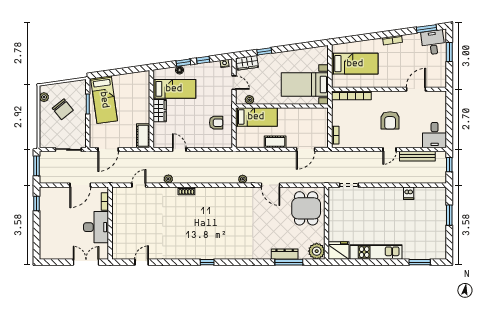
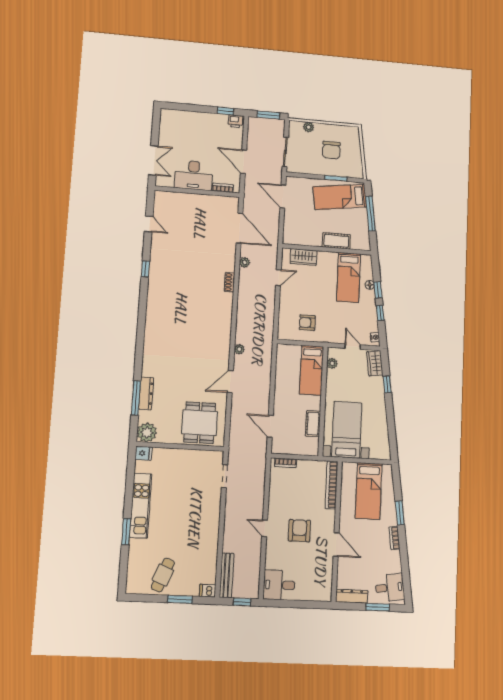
window: (426, 29) -> (400, 513), moved
window: (117, 72) -> (370, 214), added
dresser: (441, 74) -> (352, 596), added
door: (234, 83) -> (353, 347), swing flipped
door: (416, 89) -> (336, 544), moved
plant: (44, 97) -> (309, 127), moved
chair: (63, 109) -> (331, 150), turned -51
wardrobe: (160, 111) -> (304, 257), moved
armchair: (390, 120) -> (299, 531), turned 90
armchair: (216, 123) -> (307, 323), turned 90
cot: (143, 136) -> (336, 241), moved
cot: (275, 142) -> (313, 424), moved
bench: (417, 156) -> (227, 575), moved
door: (139, 185) -> (240, 228), width x1.87
dishwasher: (409, 193) -> (208, 591), moved
printer: (45, 194) -> (235, 121), added
dining table: (306, 208) -> (200, 423), turned 90
cafe table: (431, 230) -> (163, 575), added
fridge: (339, 251) -> (143, 453), width x0.53, depth x0.75
window: (207, 262) -> (145, 269), moved
window: (420, 262) -> (126, 532), moved

